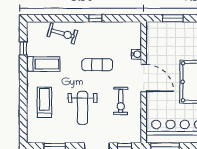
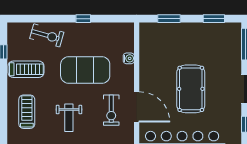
exercise mat: (97, 65) -> (85, 70), width x2.00, depth x1.45
door: (144, 78) -> (137, 107), moved
weight bench: (83, 108) -> (69, 118), width x0.73, depth x0.75

